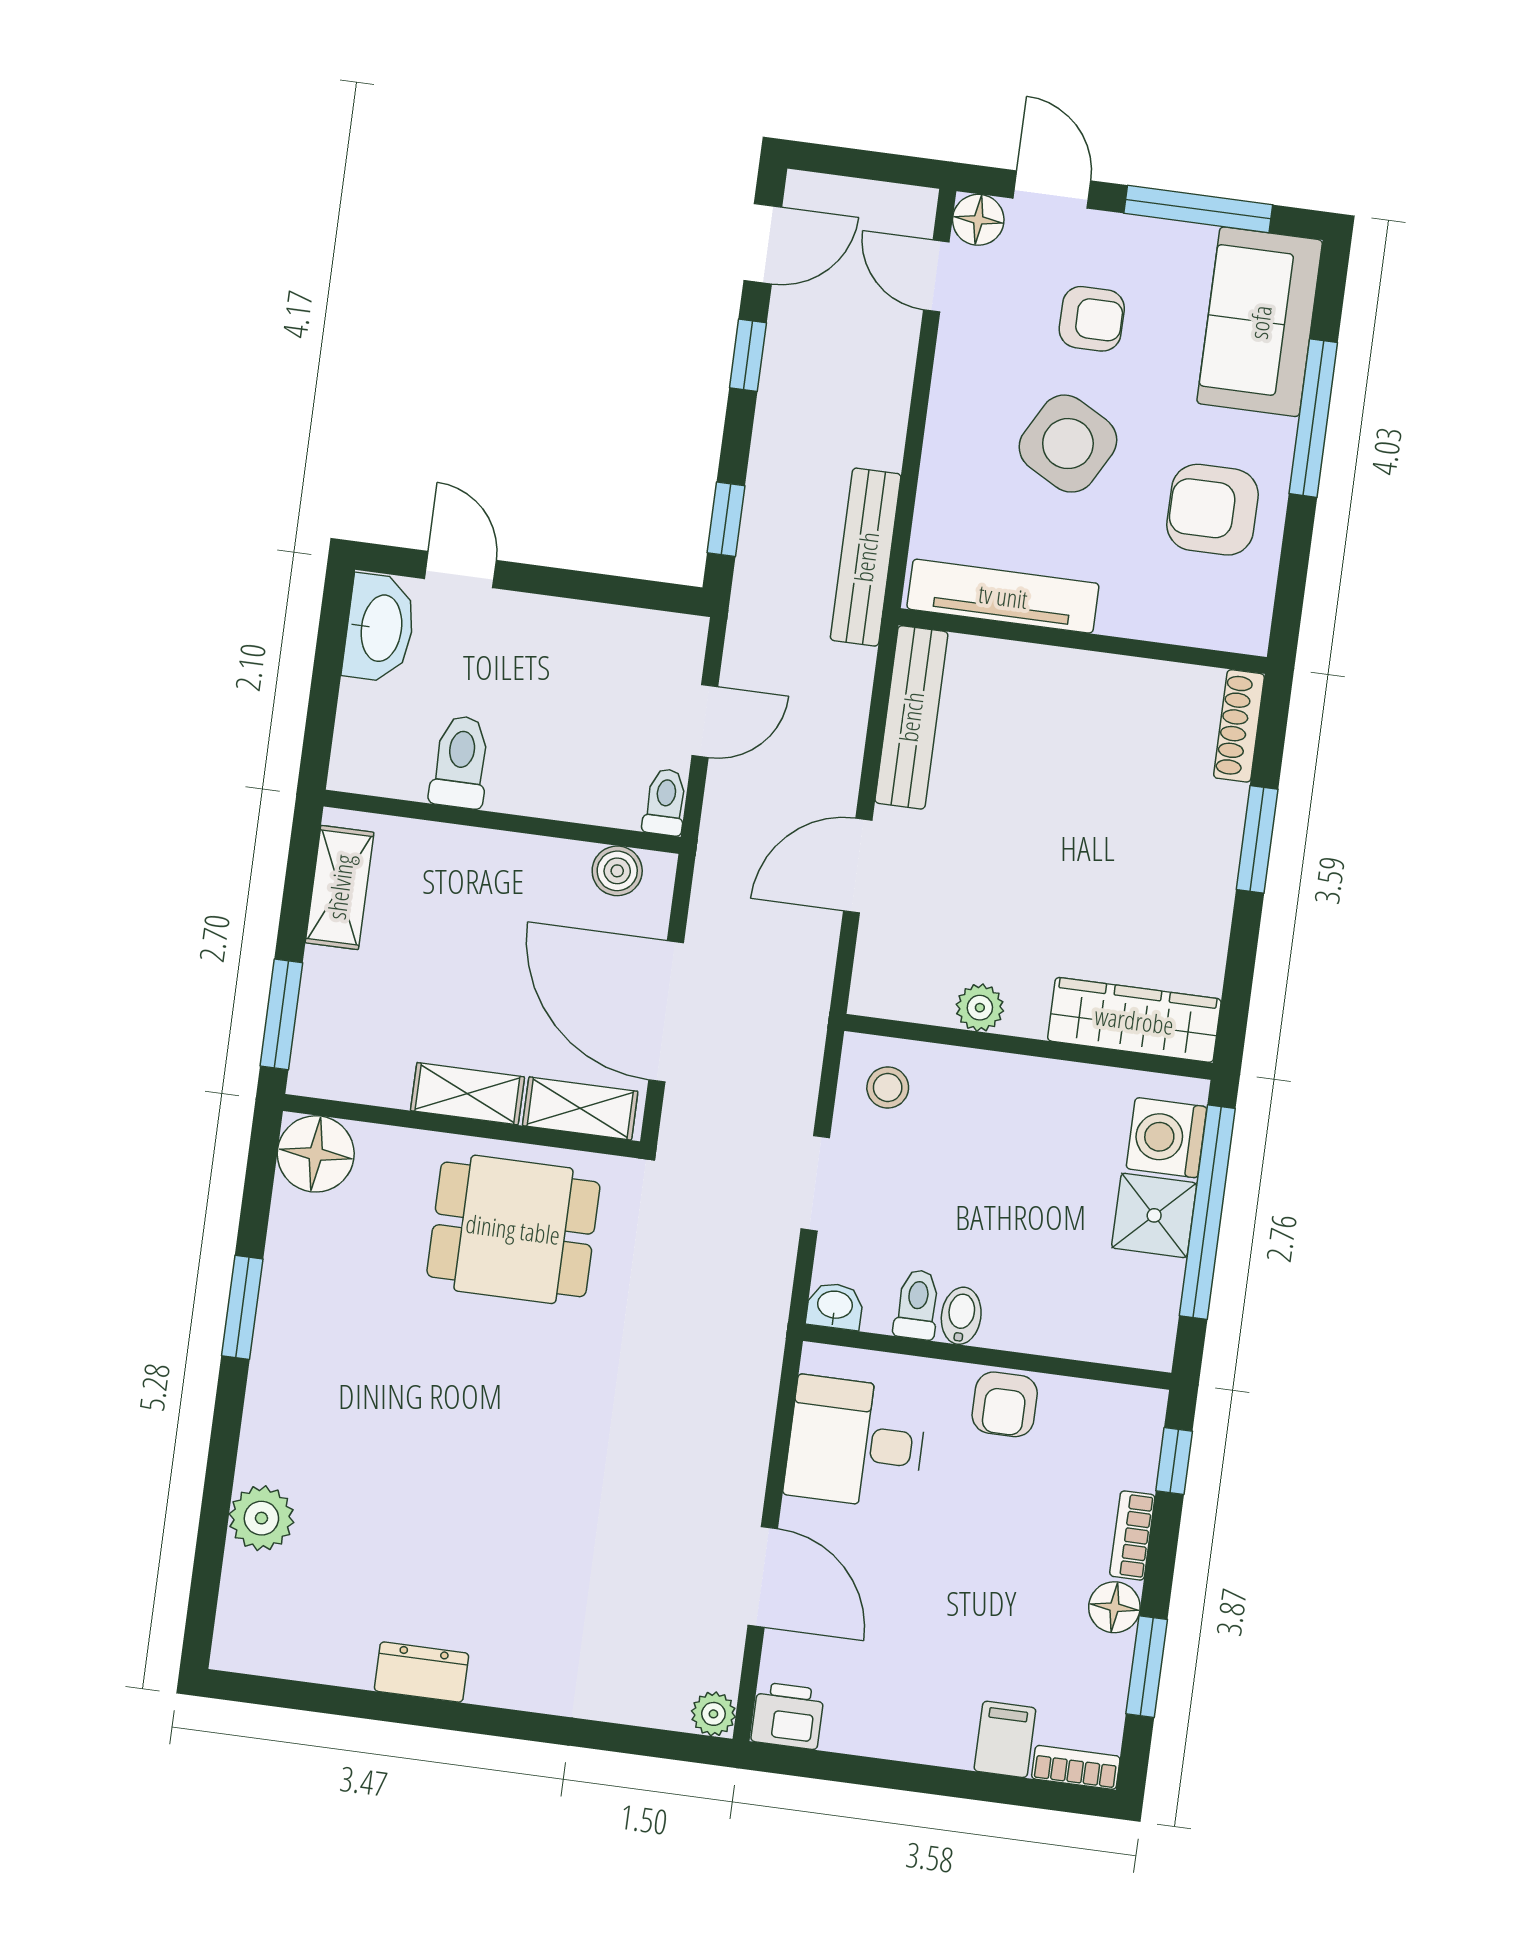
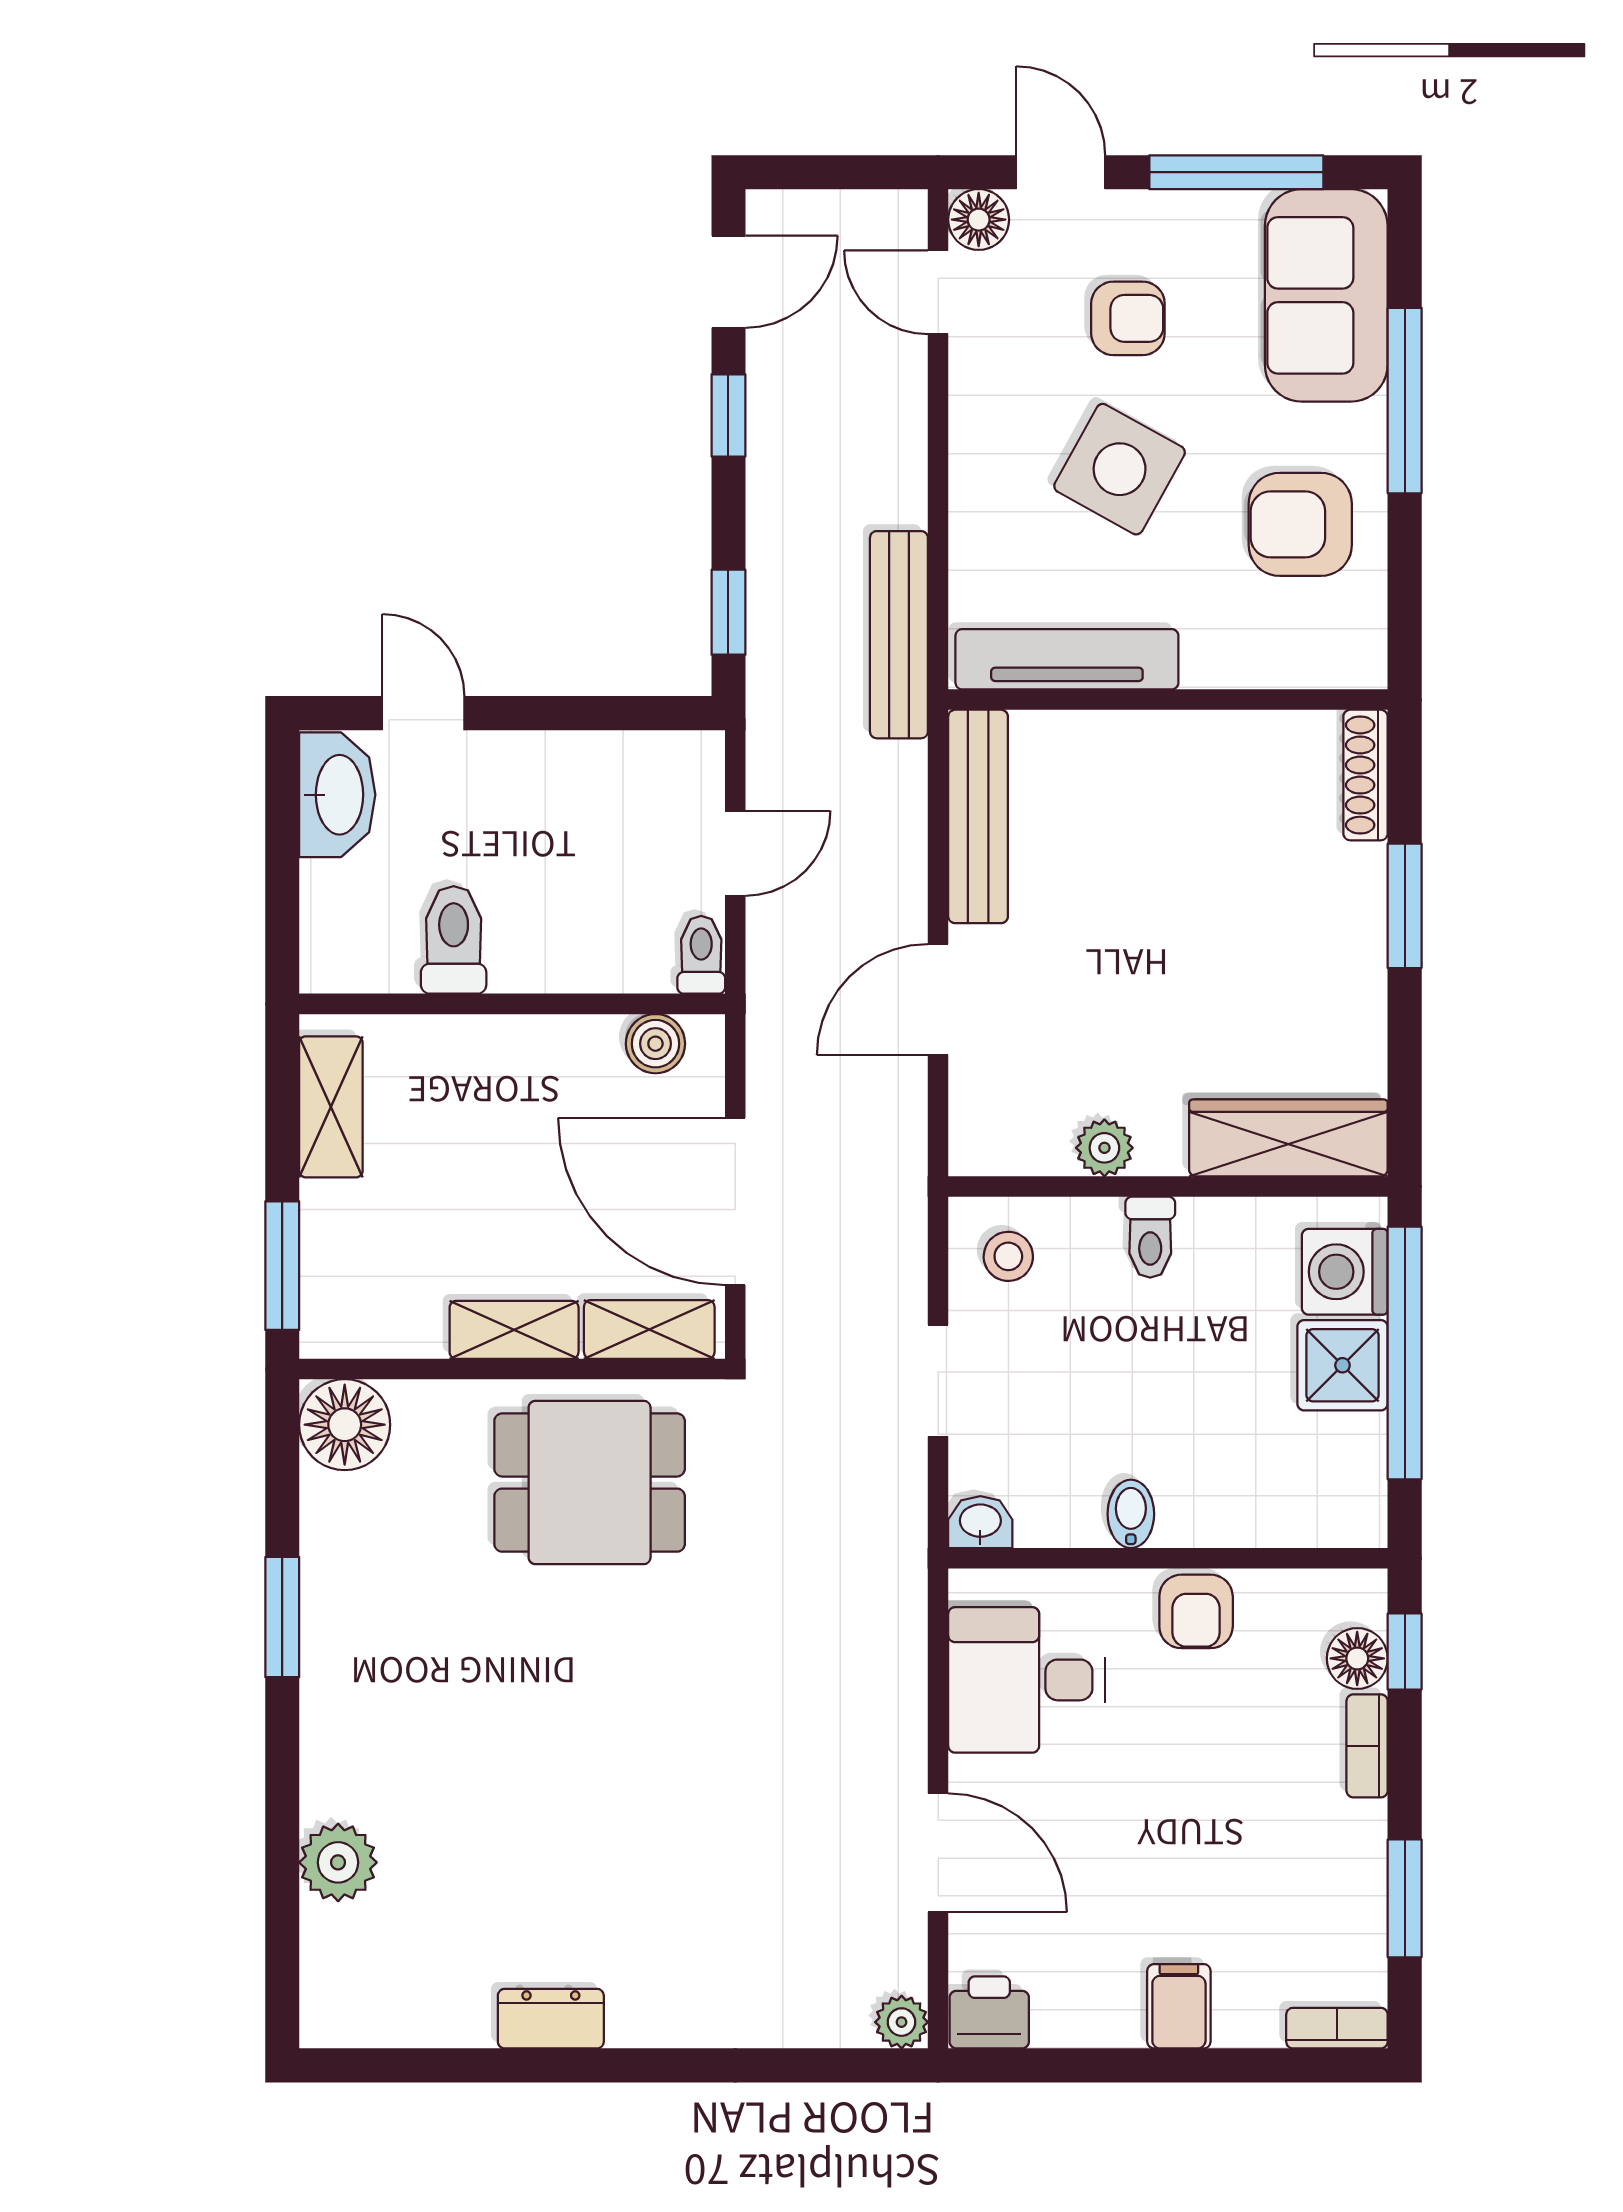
toilet: (917, 1305) -> (1150, 1237), moved, turned 180
floor lamp: (1114, 1607) -> (1357, 1658), moved
filing cabinet: (1005, 1739) -> (1179, 2006), moved

